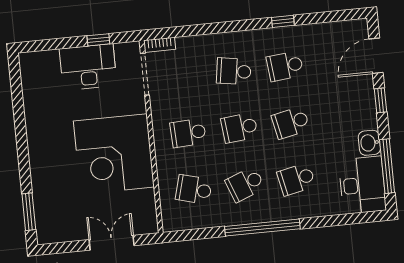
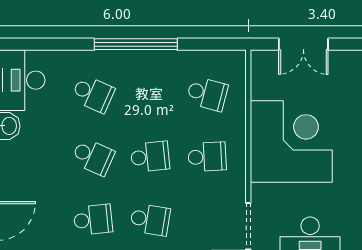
school desk: (291, 123) -> (93, 157), turned 36
school desk: (296, 179) -> (93, 94), turned 36
school desk: (245, 184) -> (150, 94), removed

